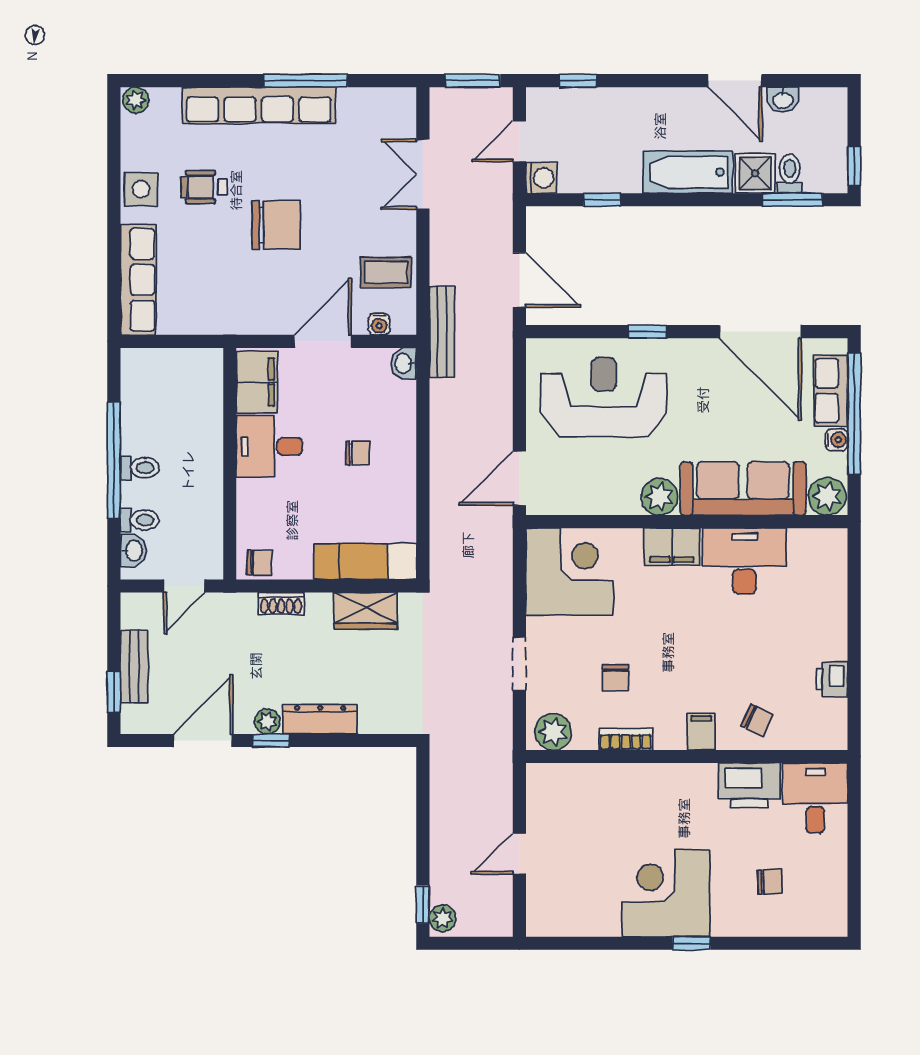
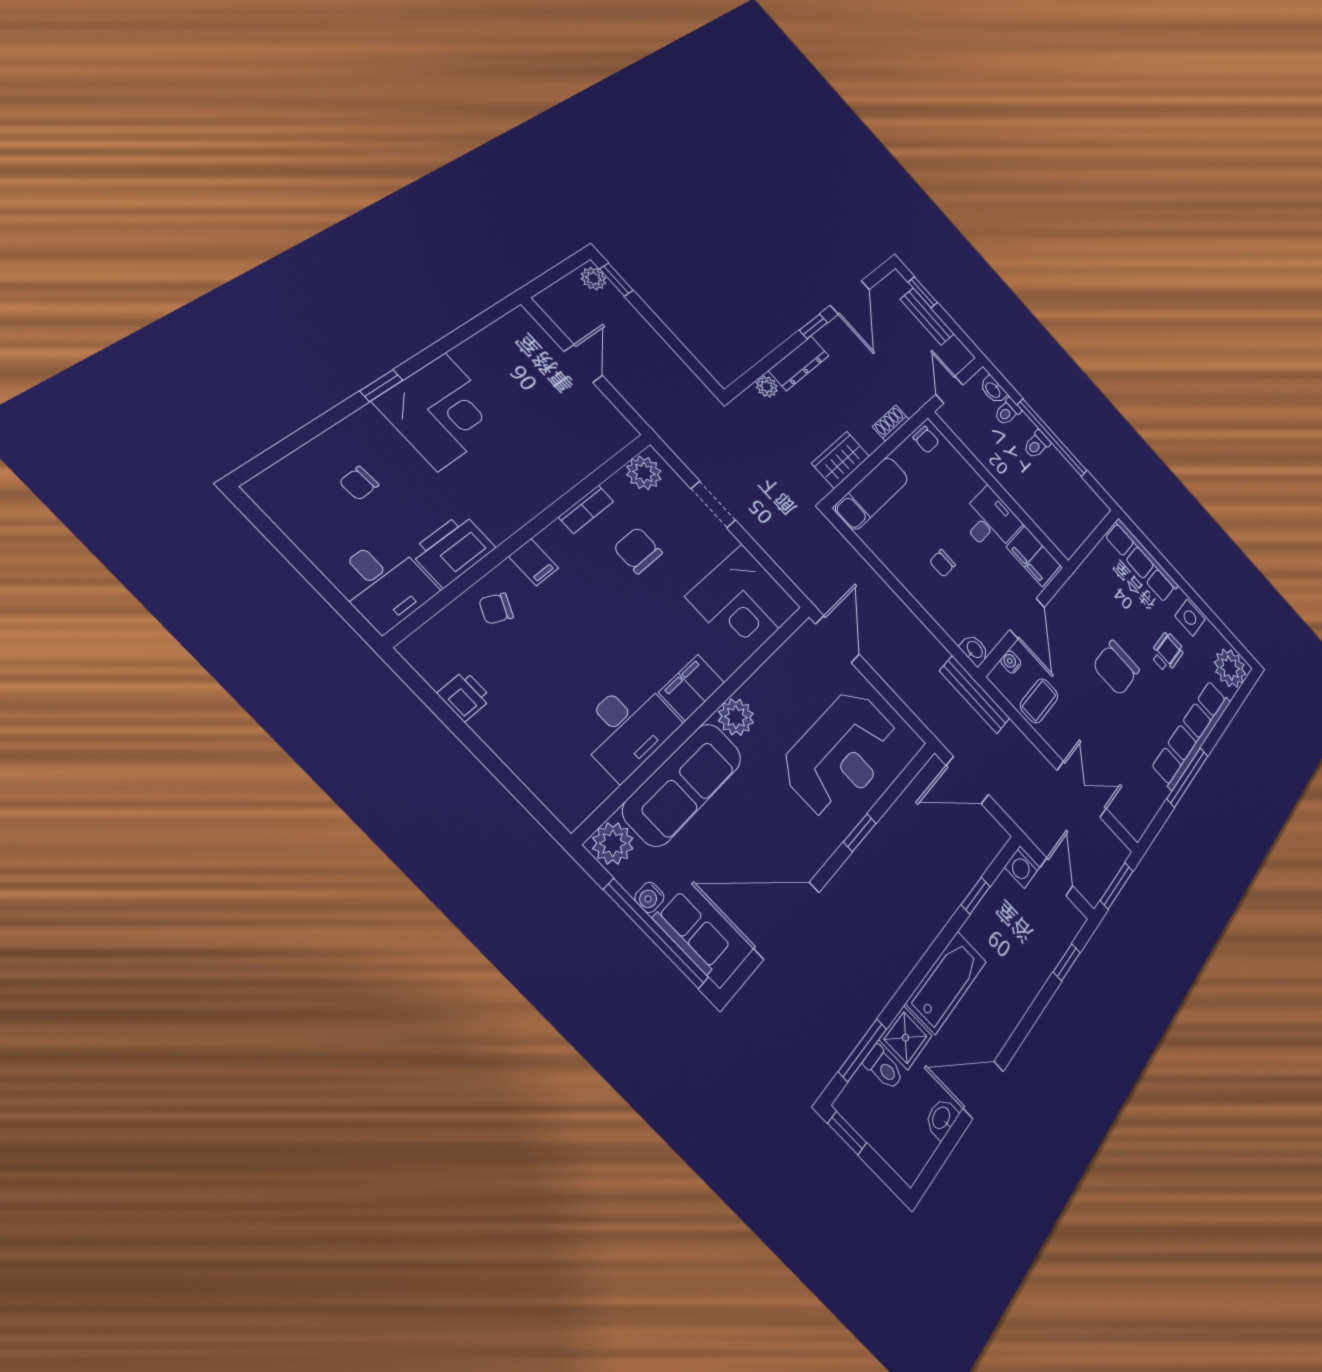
plant: (136, 100) -> (1230, 668), width x1.88, depth x1.88
chair: (259, 563) -> (926, 440), turned -91
chair: (615, 678) -> (638, 550), width x1.37, depth x1.37
plant: (267, 721) -> (767, 387), moved

